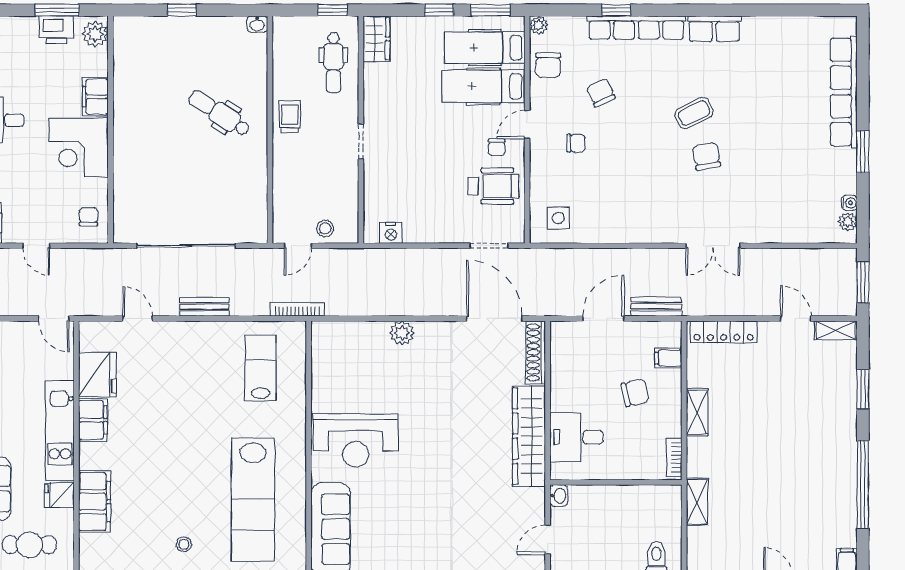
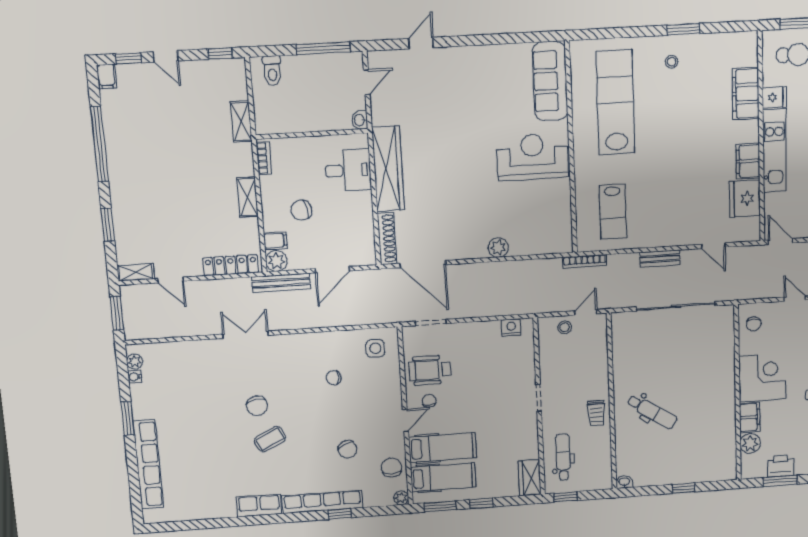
plant: (95, 34) -> (750, 443), moved
chair: (576, 143) -> (334, 378), moved
bench: (656, 307) -> (281, 283), width x1.36
plant: (669, 334) -> (276, 261), added

